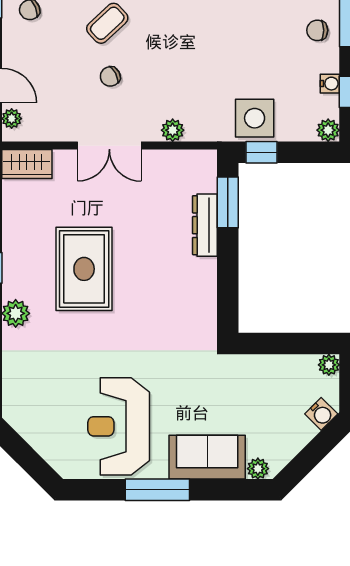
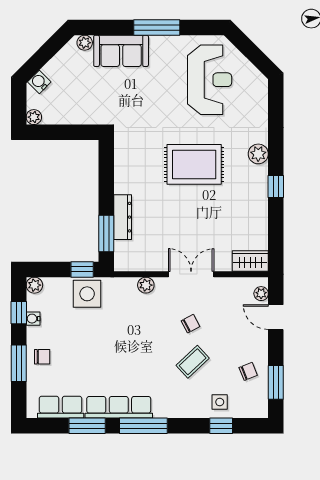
rug: (84, 269) -> (194, 164), moved, turned 90
reception desk: (119, 426) -> (210, 80), moved

